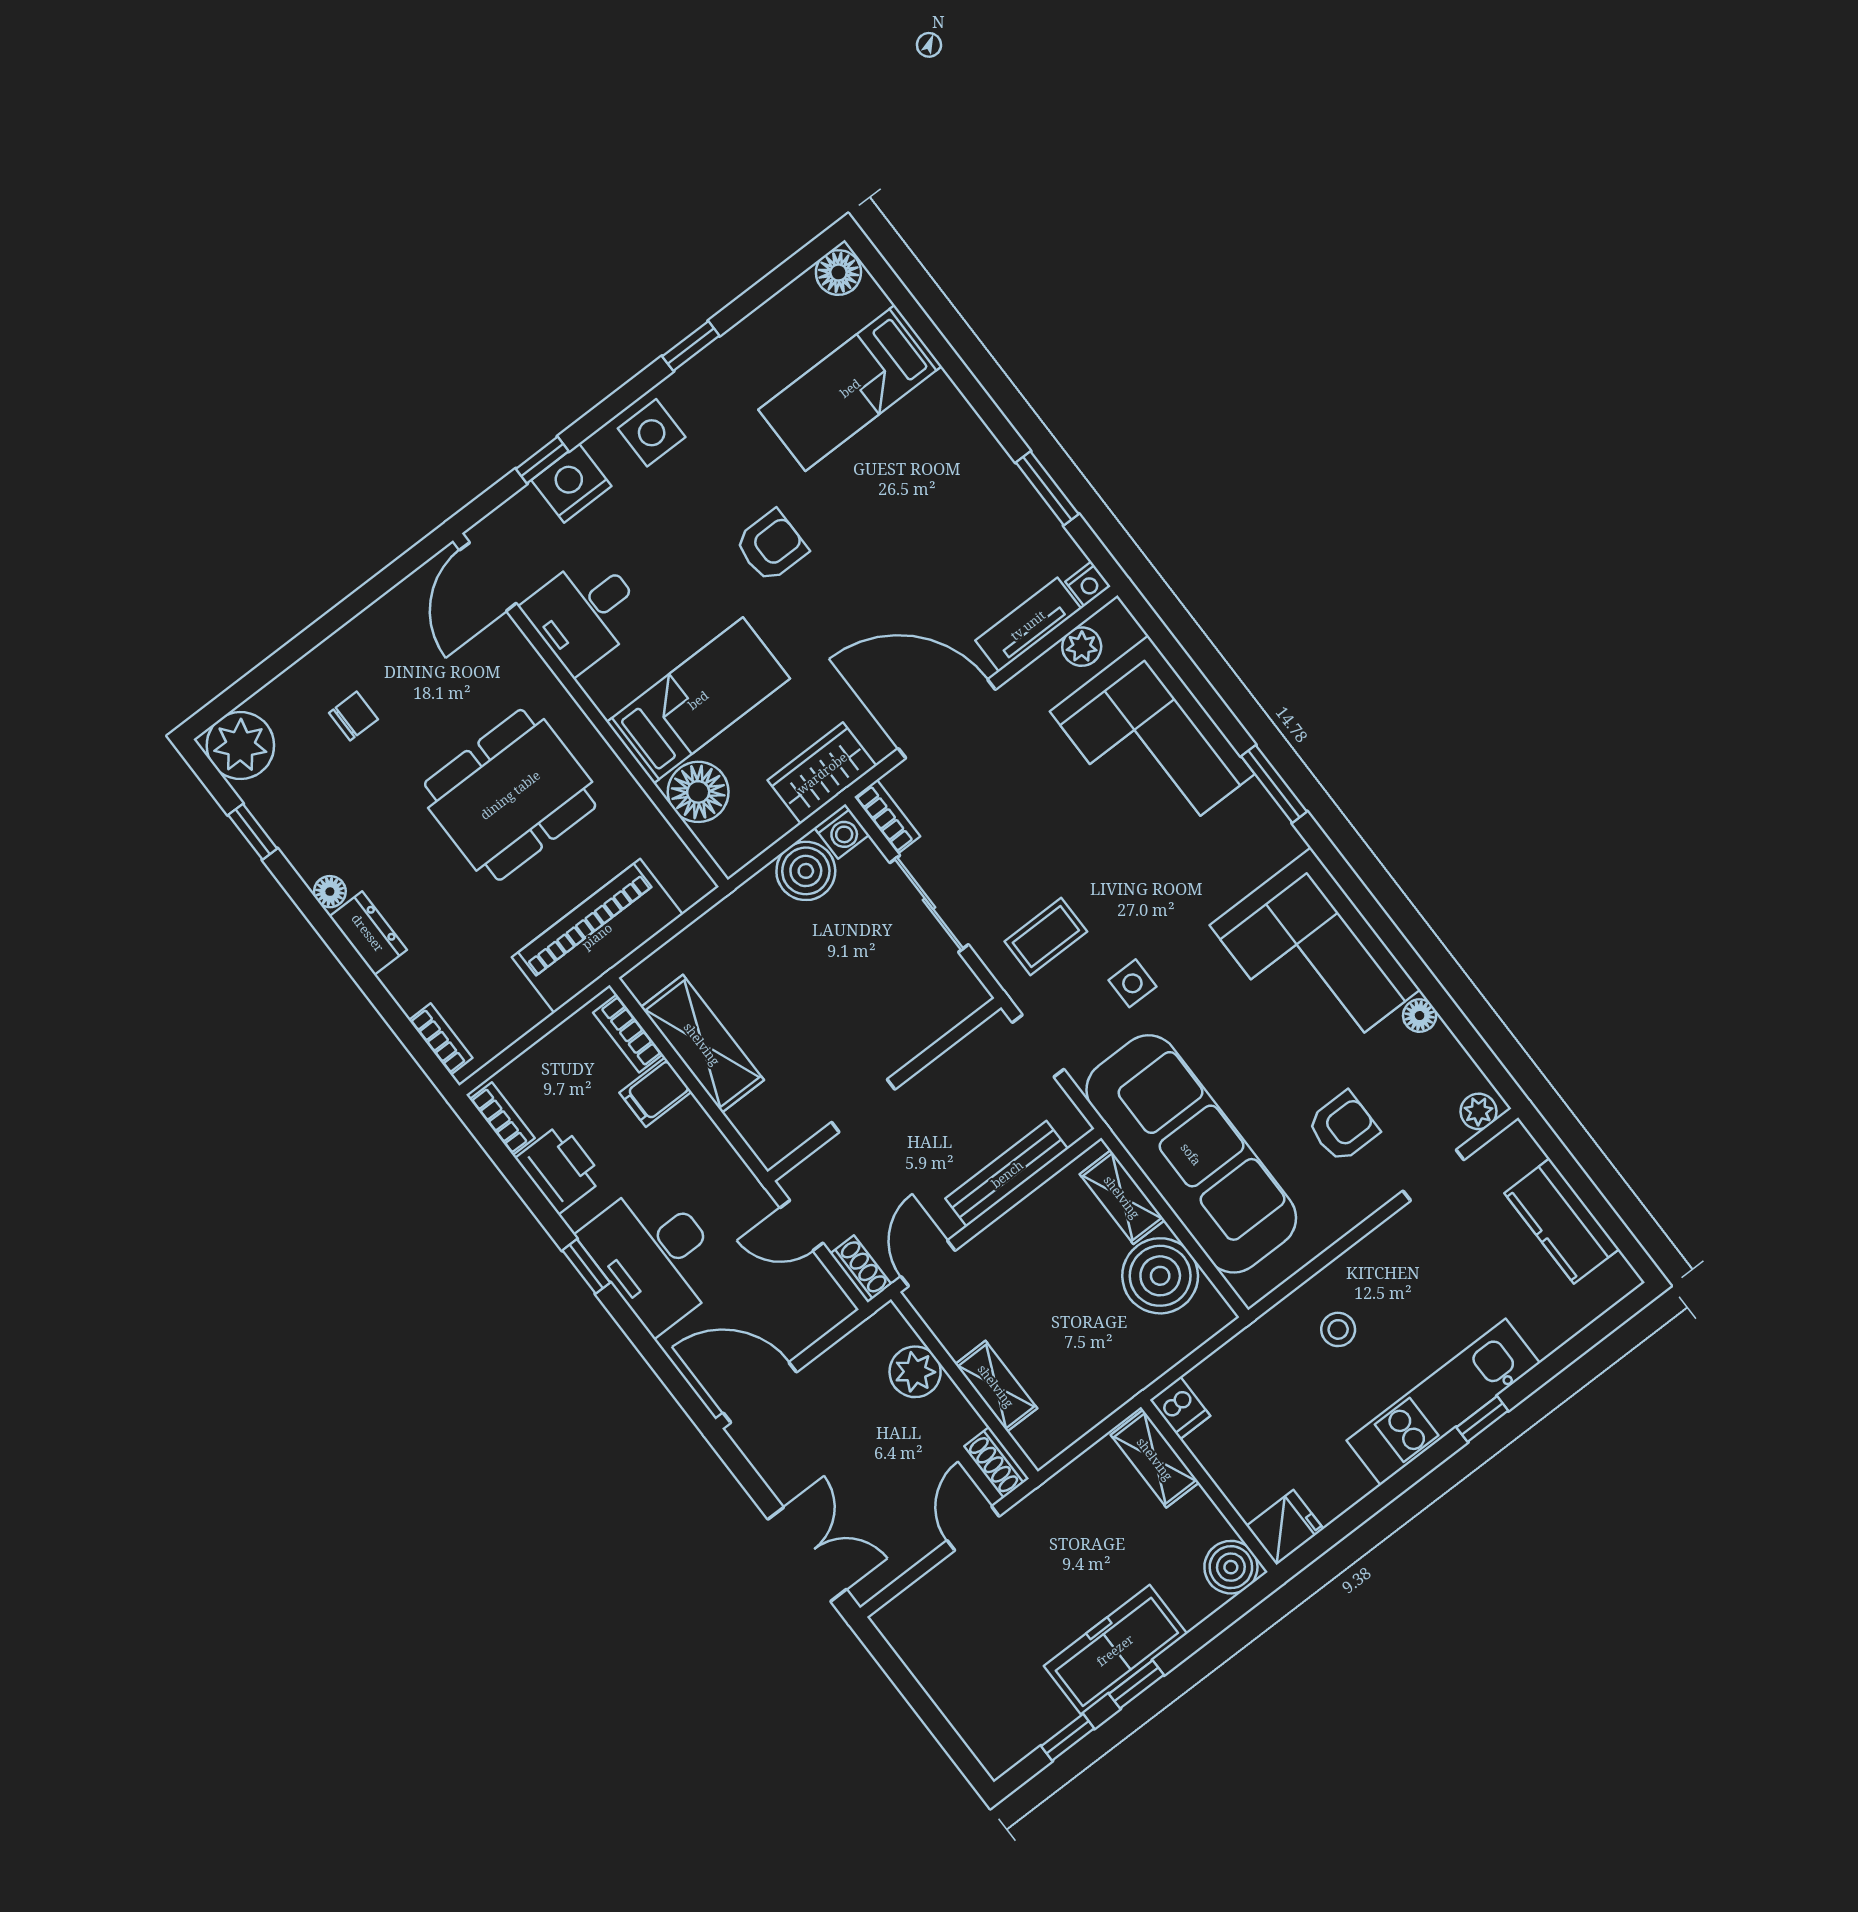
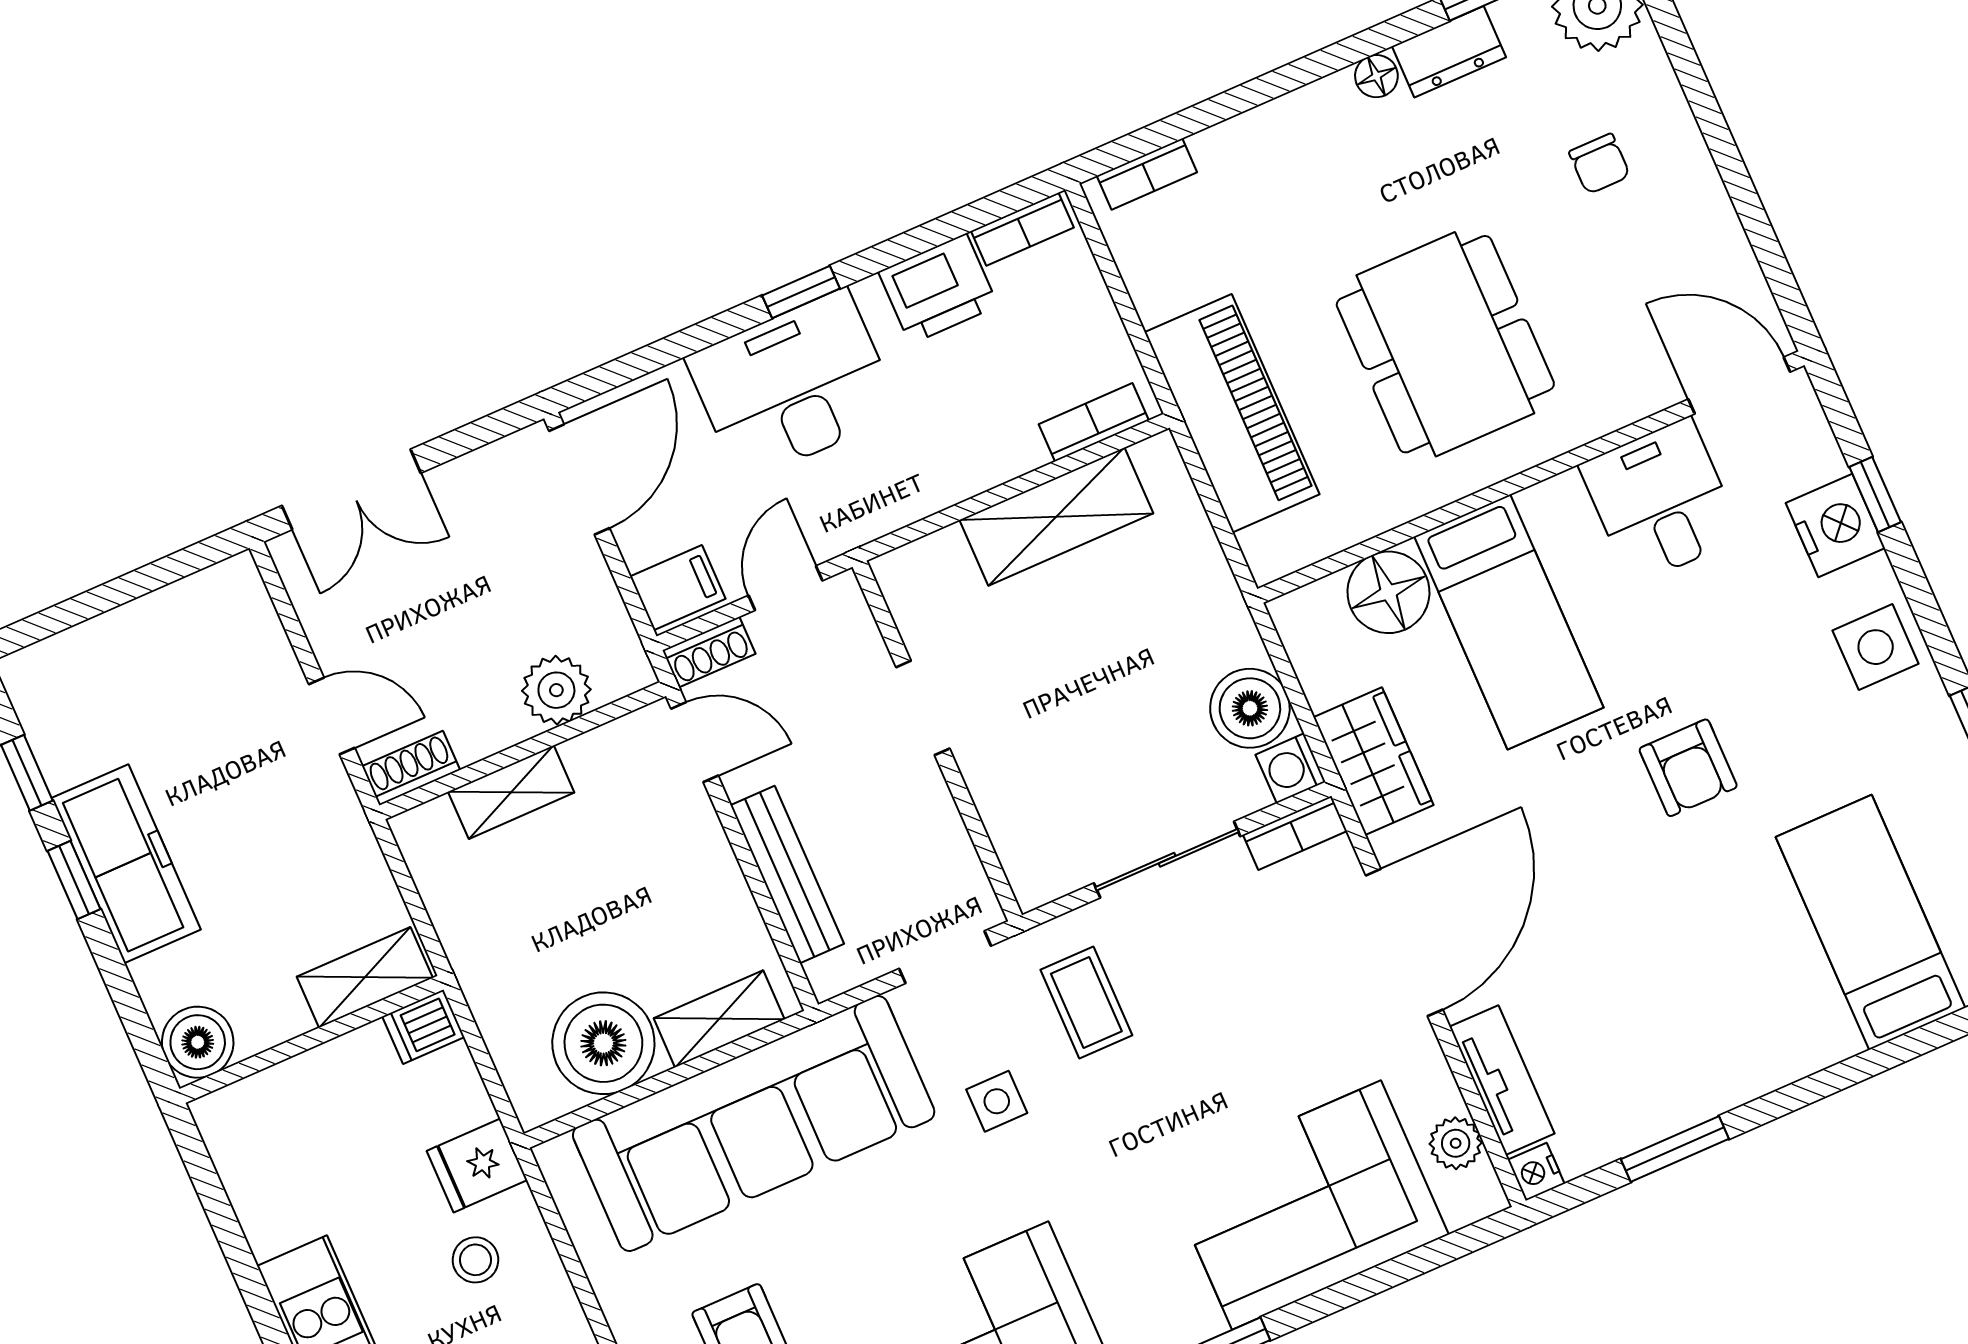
dresser: (368, 933) -> (1449, 52), moved
filing cabinet: (656, 1092) -> (678, 588), moved, turned 90
fridge: (1285, 1527) -> (477, 1165), moved, turned 90

